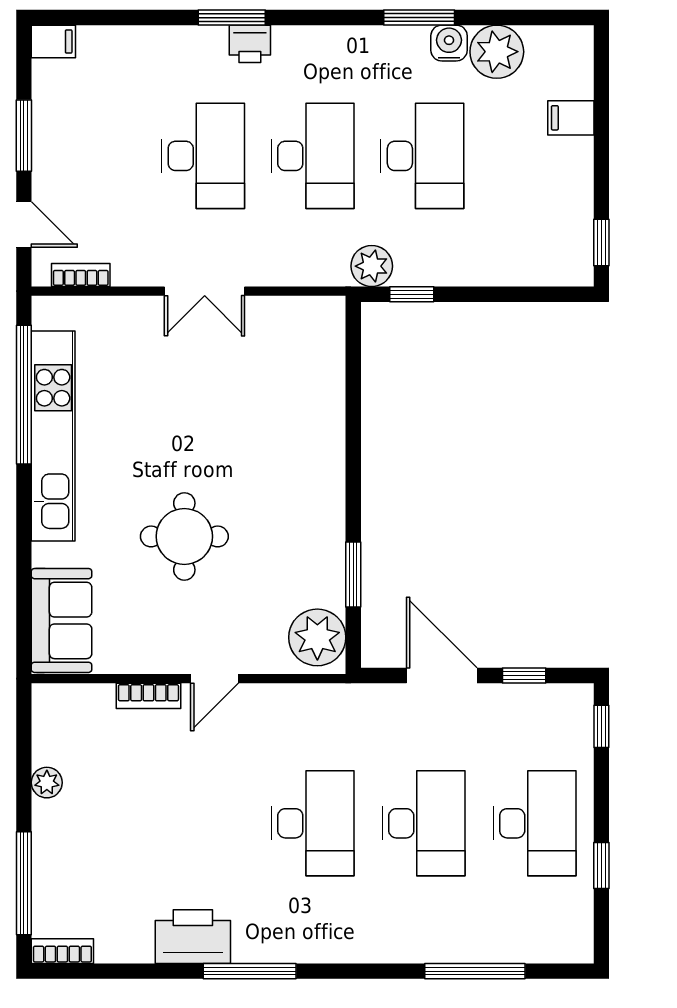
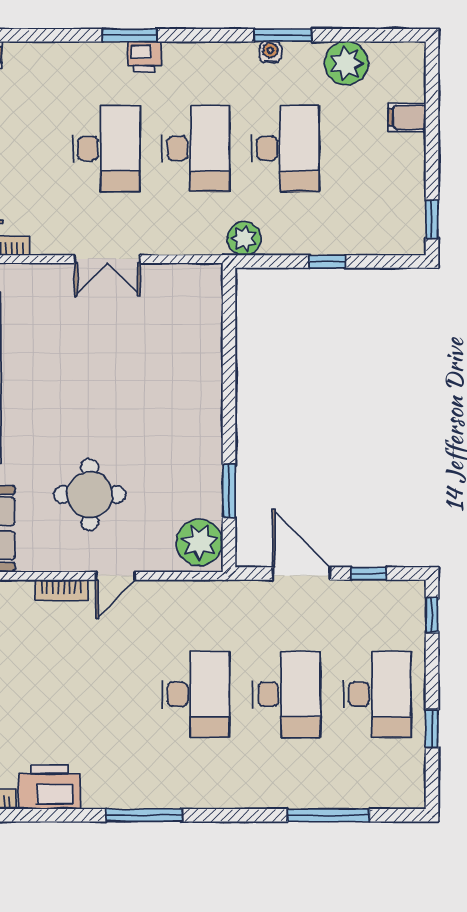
water cooler: (449, 43) -> (270, 52), moved, width x0.72, depth x0.72
window: (412, 294) -> (327, 262), moved
round table: (184, 536) -> (90, 495), moved
printer: (193, 937) -> (50, 787), moved

